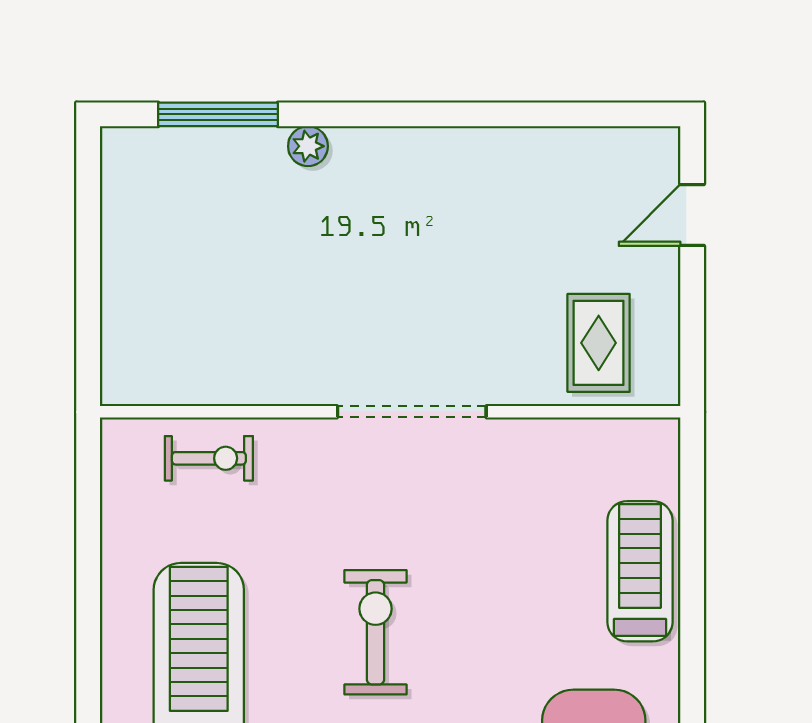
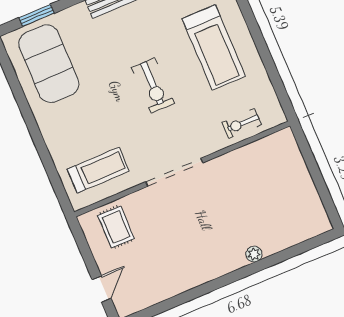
window: (218, 114) -> (292, 252), removed
treadmill: (640, 571) -> (98, 170), moved, turned -90

